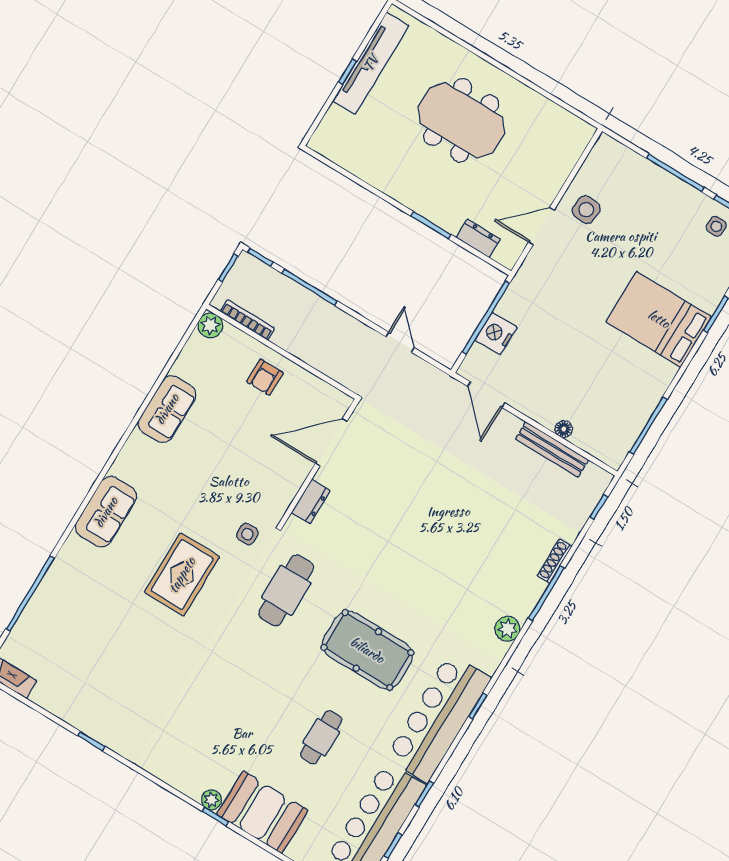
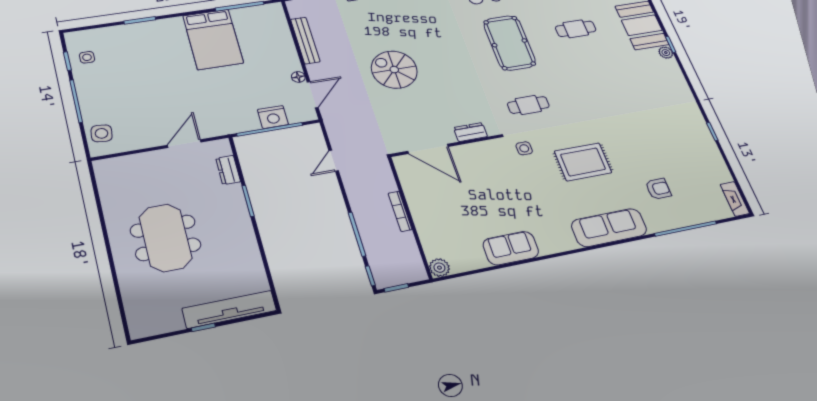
tv unit: (371, 63) -> (229, 309), moved
side table: (586, 210) -> (102, 133), moved
door: (541, 226) -> (184, 144), swing flipped
bed: (659, 319) -> (213, 39), moved
bookcase: (247, 320) -> (400, 211), moved
armchair: (265, 377) -> (658, 189), moved
floor lamp: (564, 429) -> (298, 77), moved
spiral stairs: (442, 502) -> (394, 70), added
sofa: (106, 512) -> (609, 228), width x1.36
cafe table: (286, 590) -> (528, 105), width x0.73, depth x0.74

